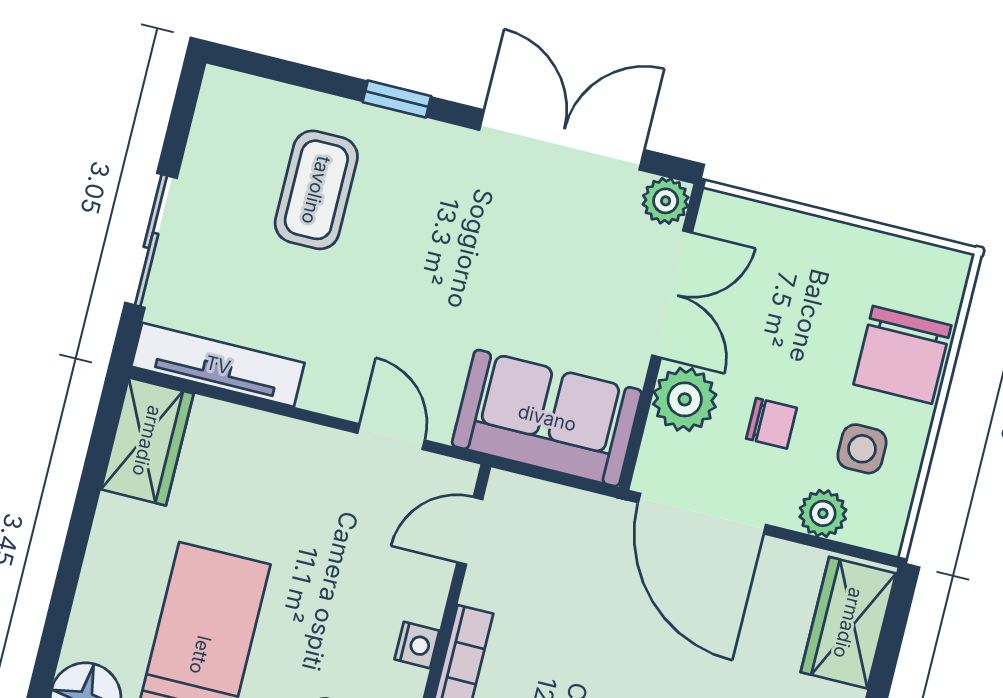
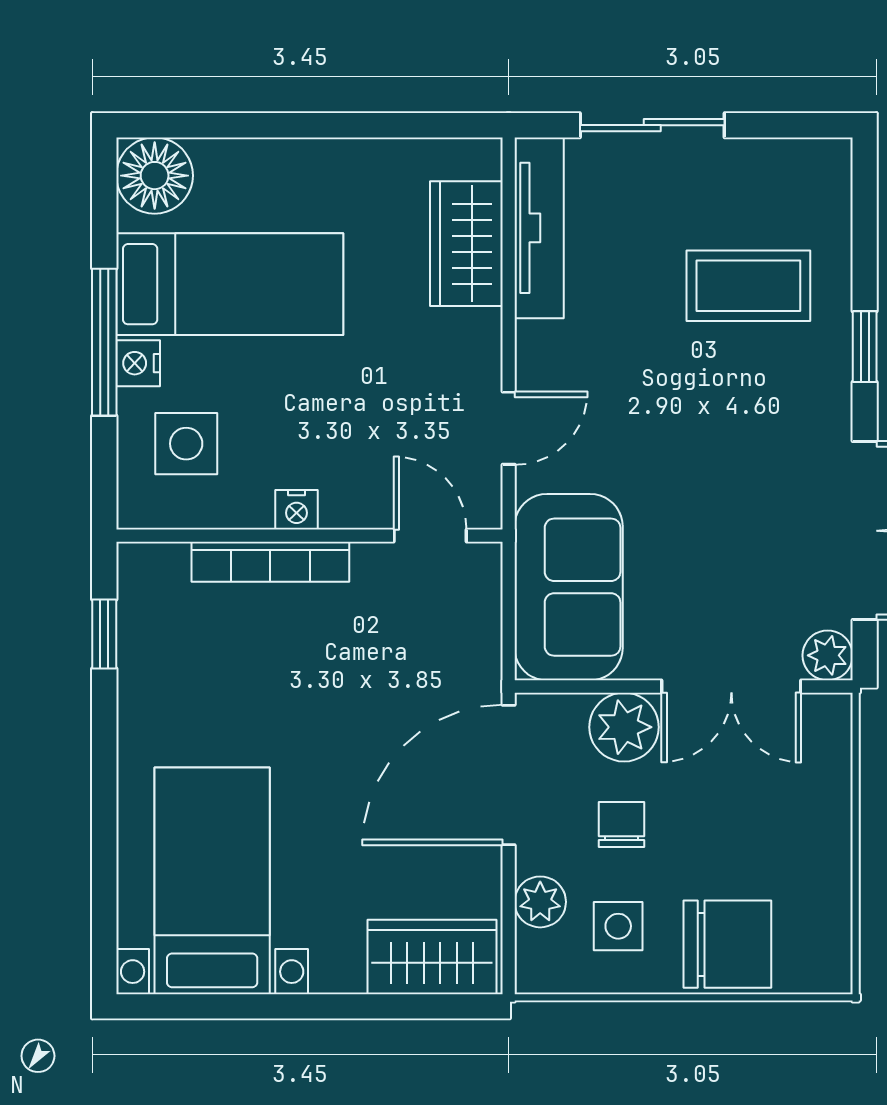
chair: (902, 355) -> (727, 944), turned 180
chair: (771, 423) -> (621, 824), turned 180
wardrobe: (147, 441) -> (466, 244), moved, turned 90

